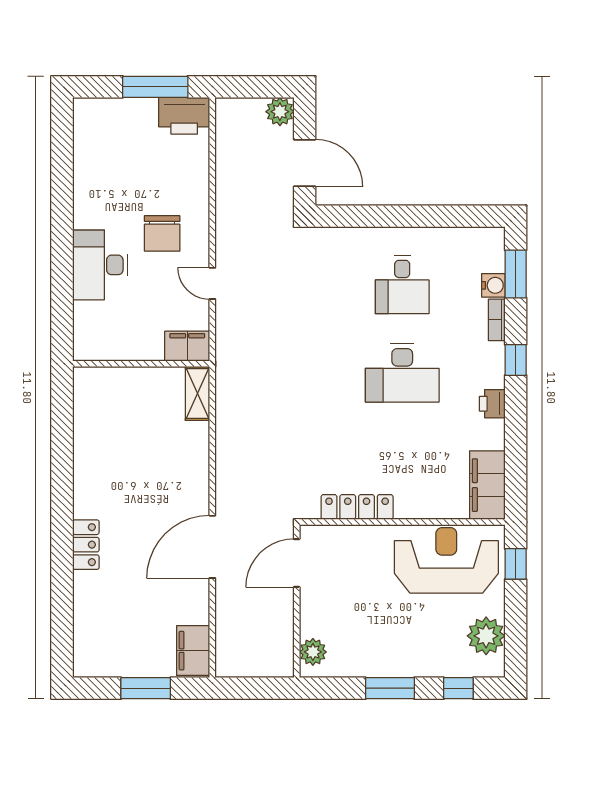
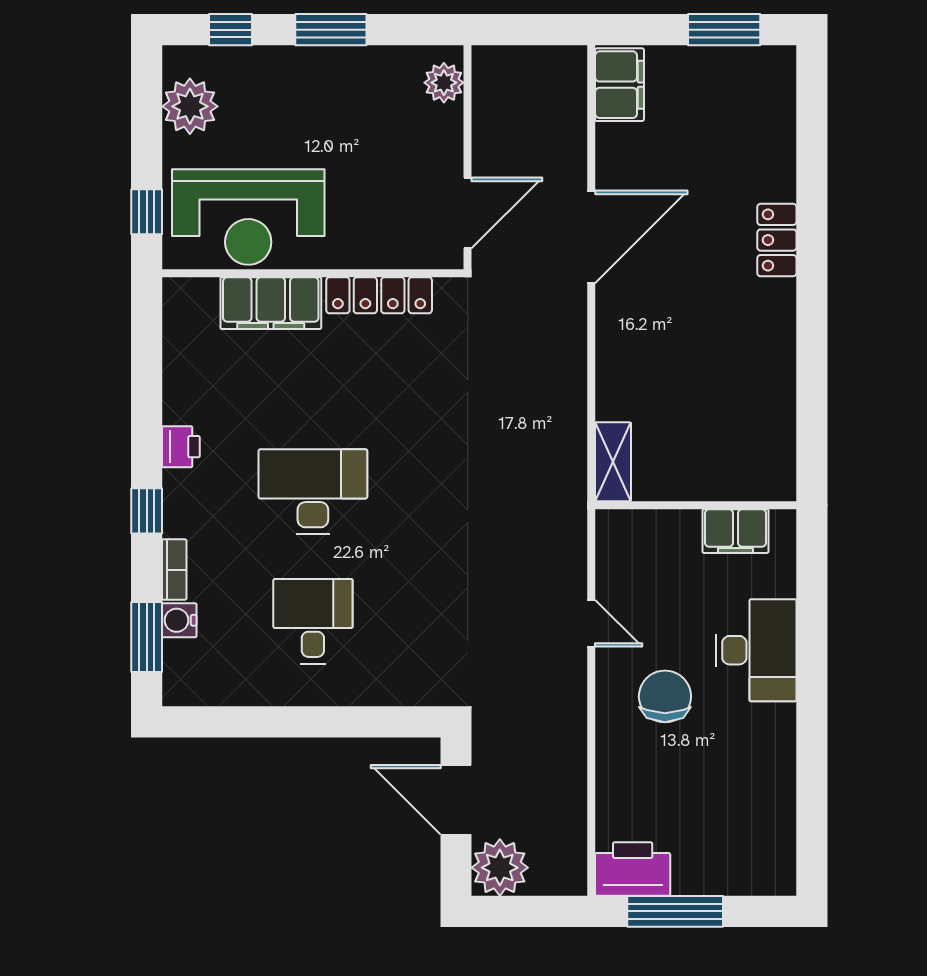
plant: (280, 112) -> (500, 868), width x1.36, depth x1.36
filing cabinet: (187, 346) -> (735, 531), moved
filing cabinet: (487, 485) -> (271, 303), moved, turned 90
window: (146, 688) -> (724, 30), moved

